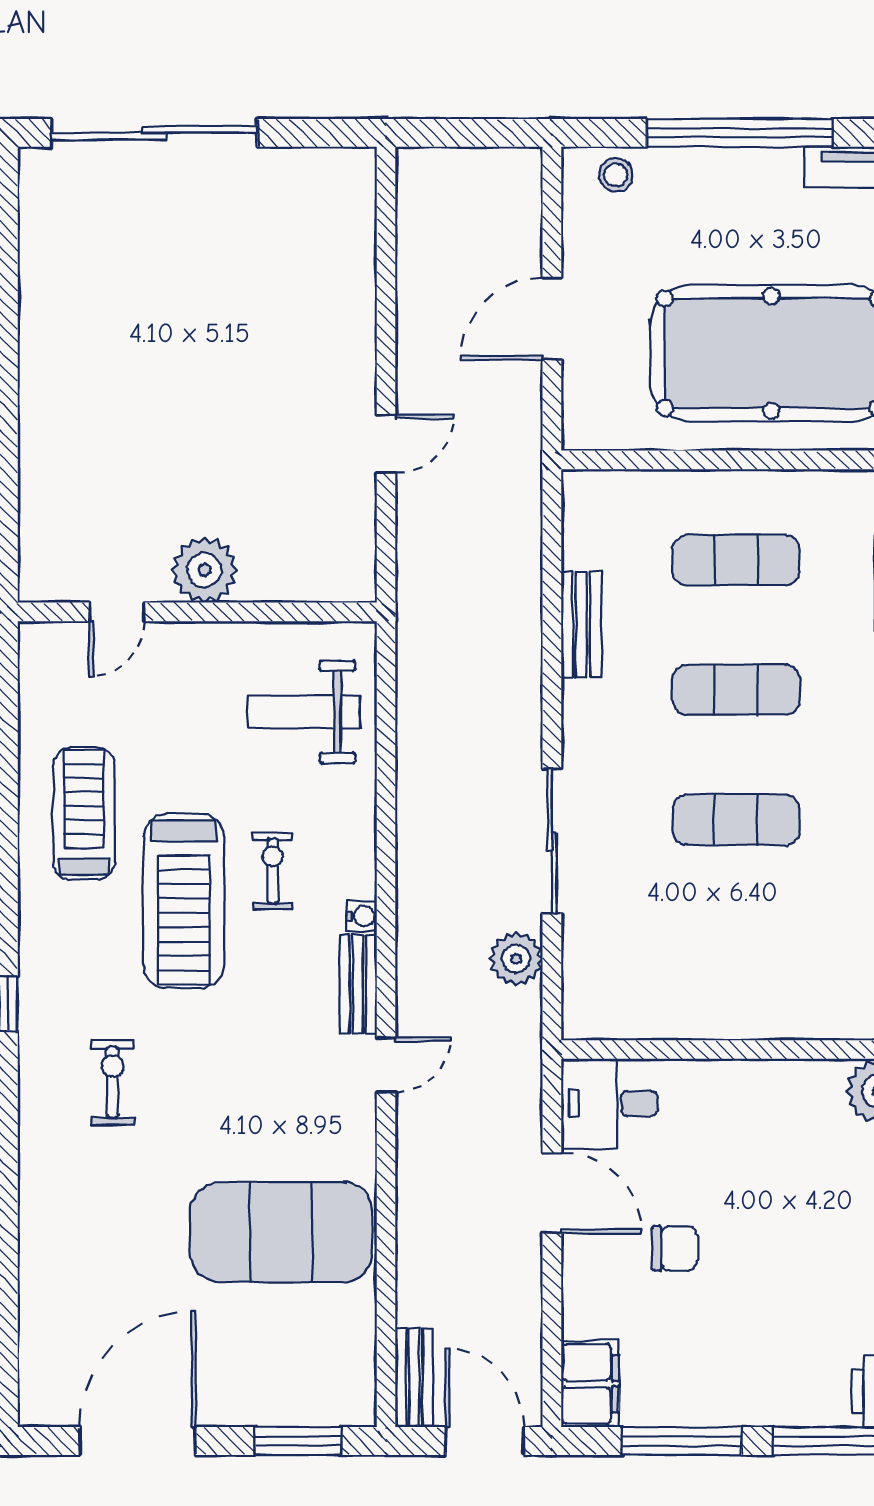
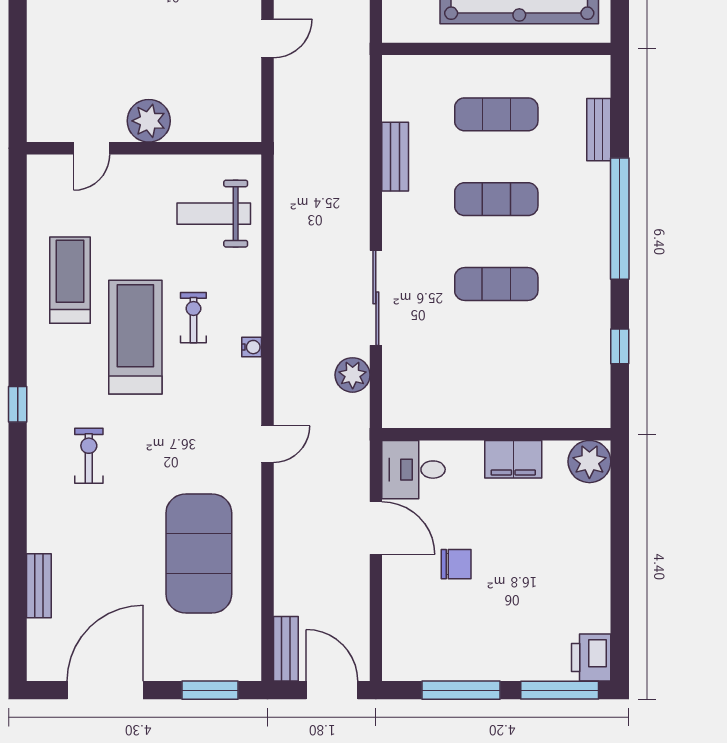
treadmill: (184, 901) -> (135, 337), turned 180
bench: (358, 984) -> (39, 586), moved
exercise mat: (281, 1232) -> (199, 554), turned 90
filing cabinet: (590, 1384) -> (513, 459), moved, turned 90

